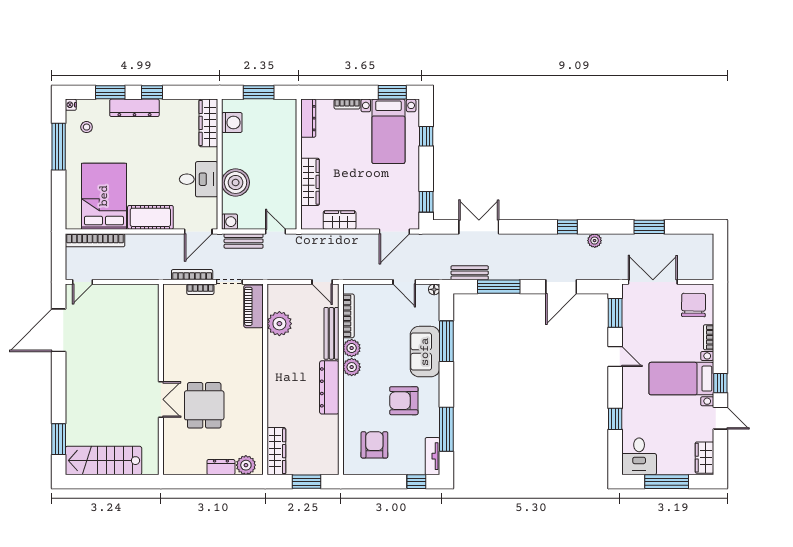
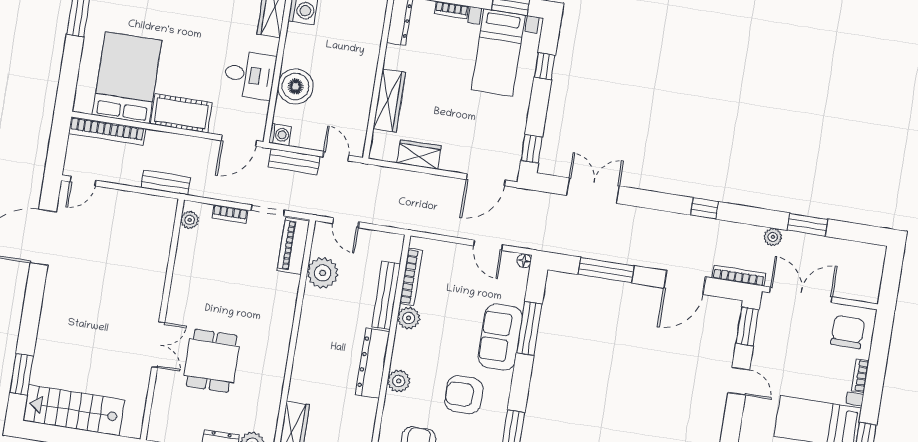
plant: (595, 241) -> (773, 237), moved
bench: (470, 273) -> (166, 182), moved
bookcase: (192, 275) -> (739, 276), moved
door: (322, 282) -> (346, 223), moved
plant: (170, 299) -> (190, 220), added
plant: (352, 367) -> (399, 381), moved

